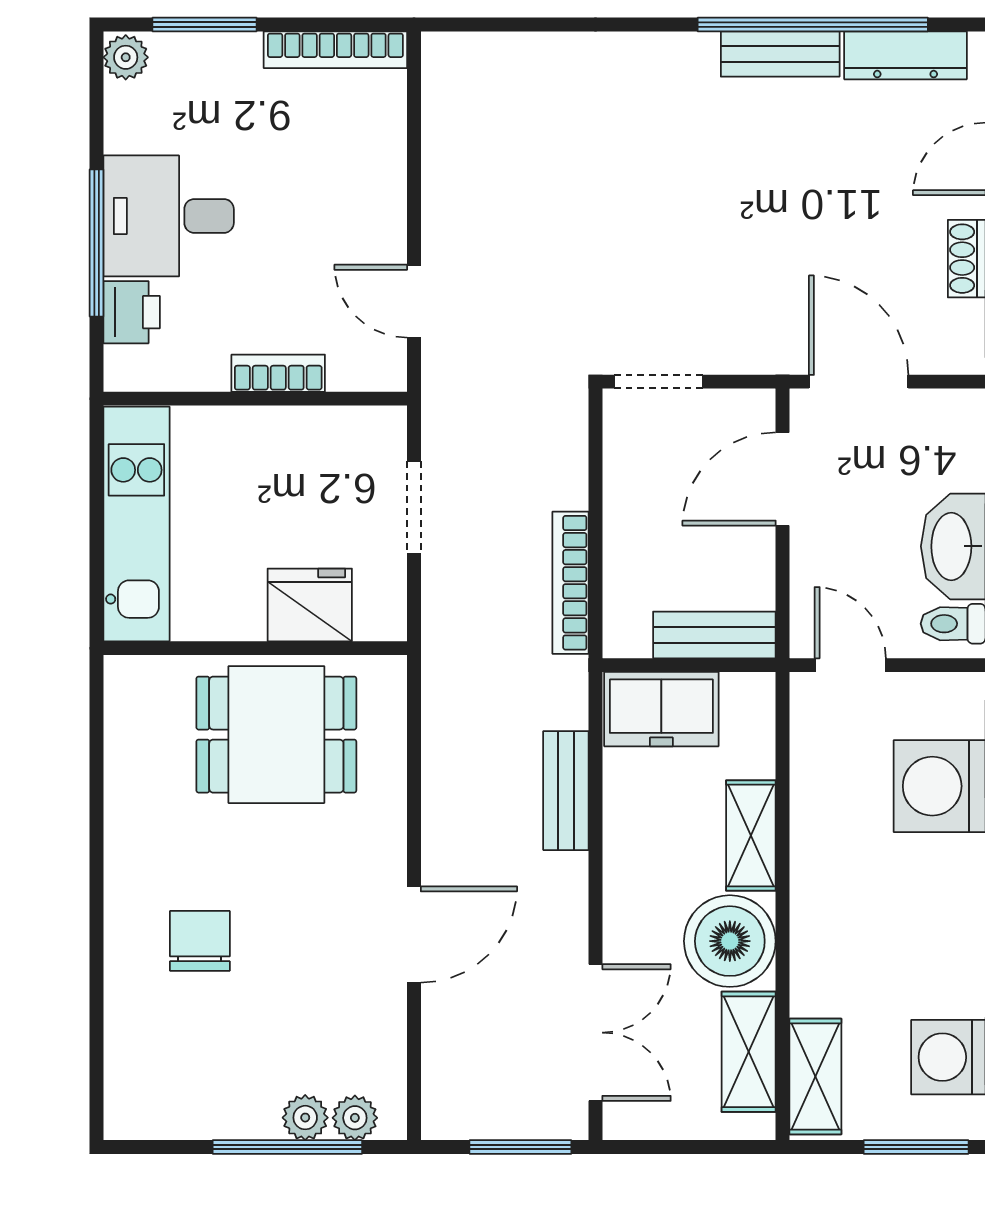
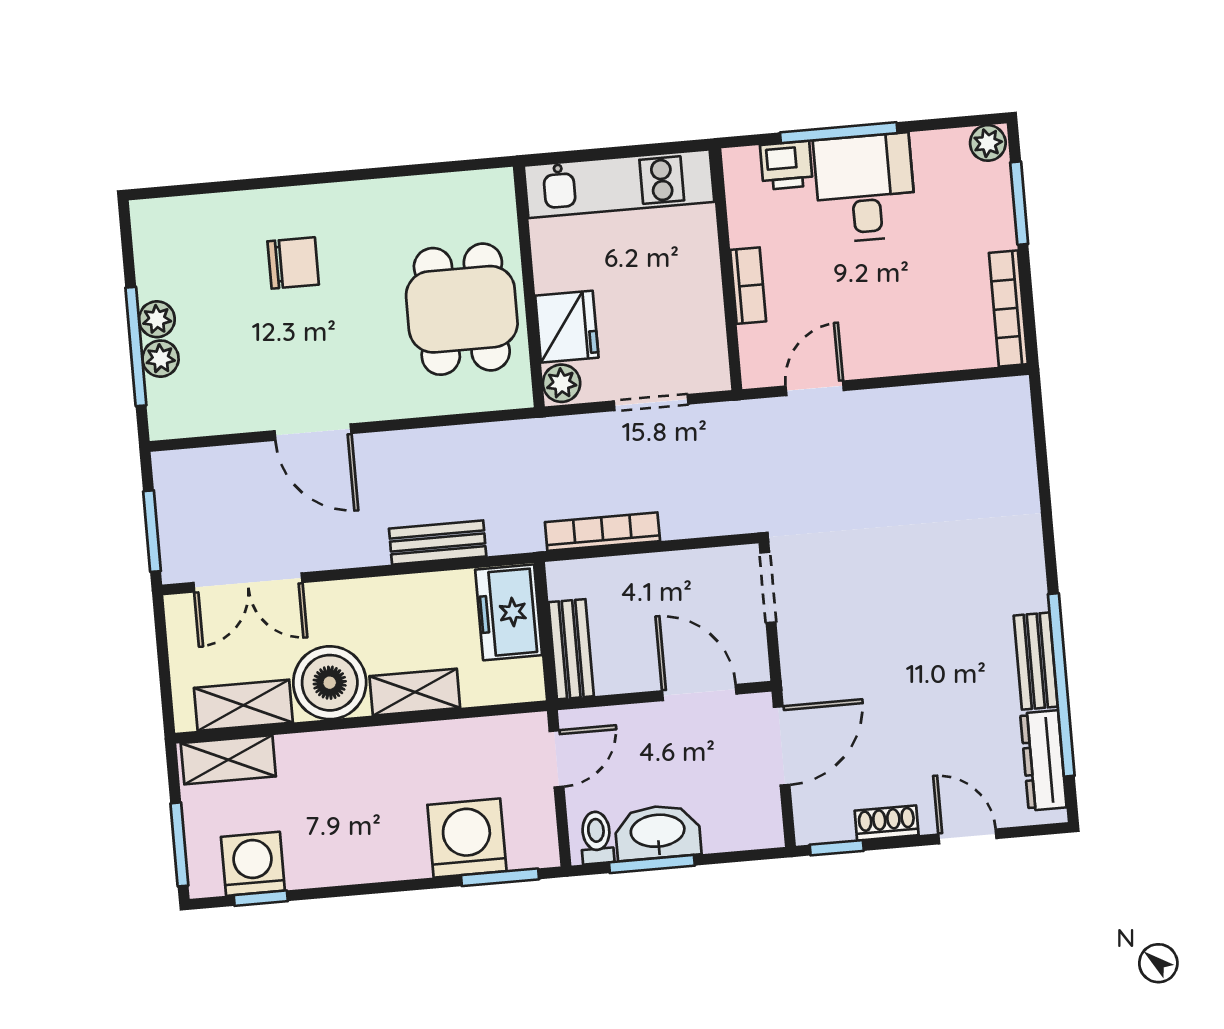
plant: (380, 618) -> (561, 383), added
plant: (355, 1118) -> (157, 319), moved

